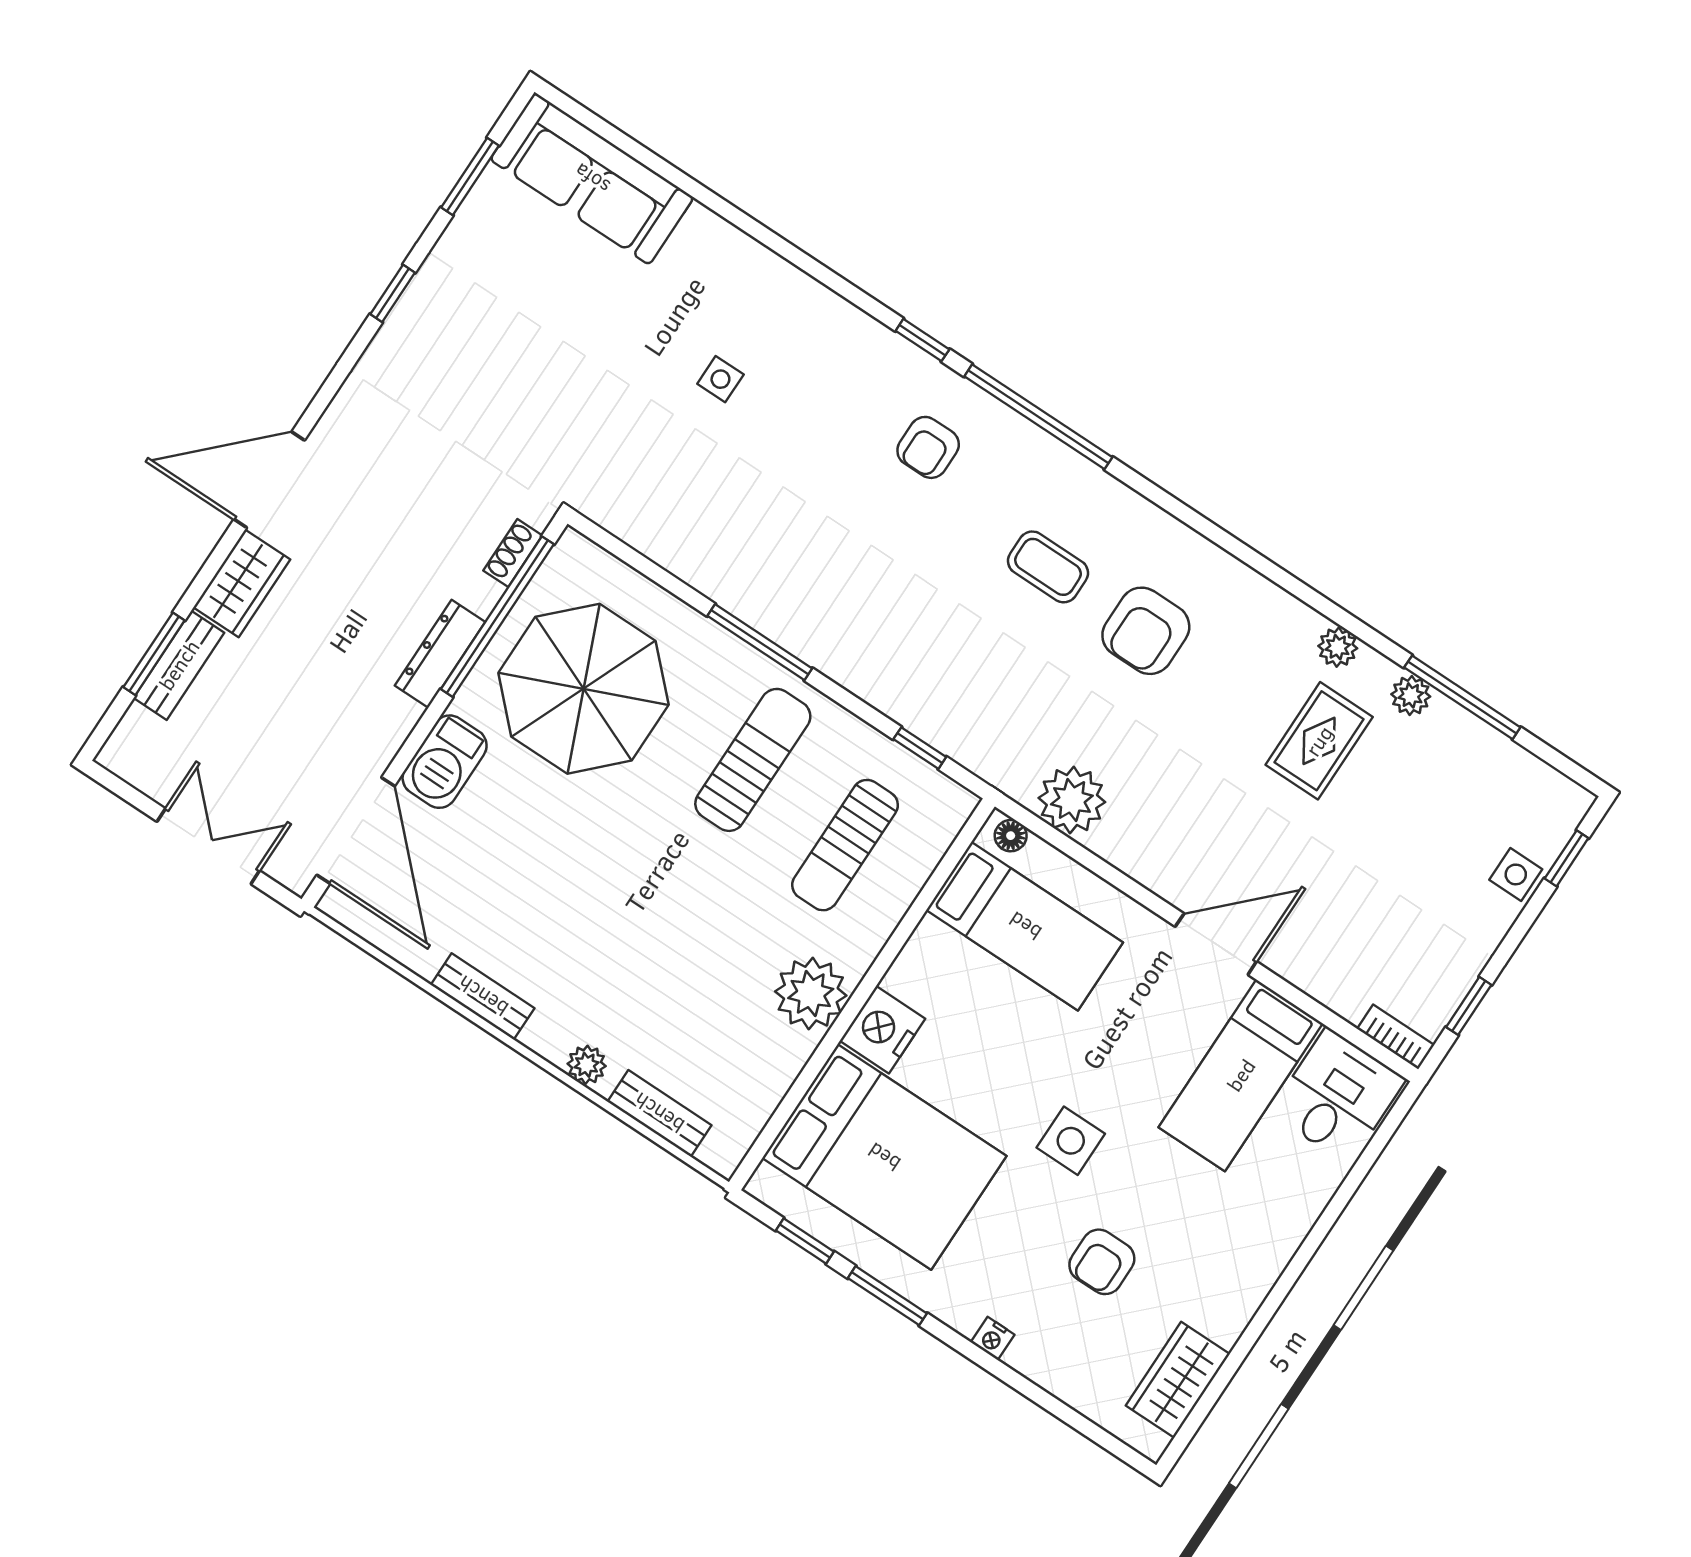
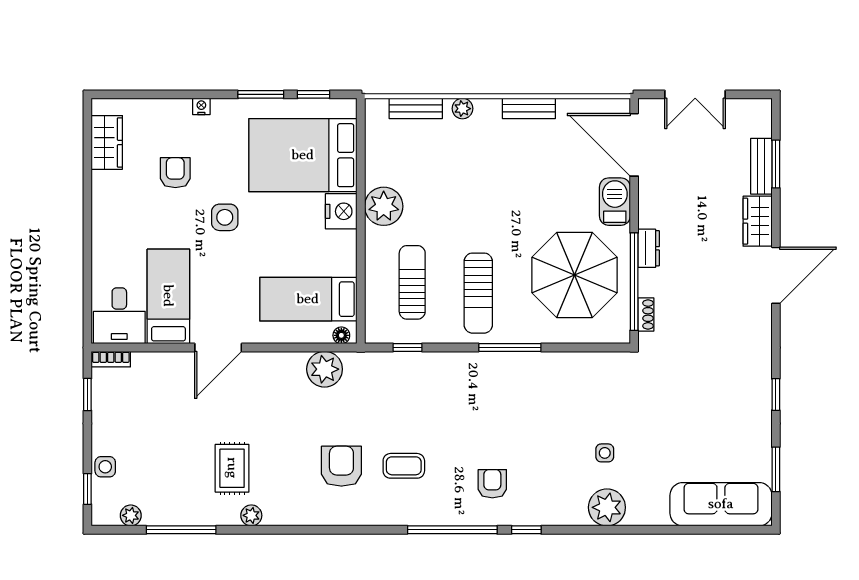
plant: (773, 292) -> (607, 507), added
dresser: (440, 654) -> (649, 248), width x0.70
plant: (1411, 695) -> (131, 515), moved

